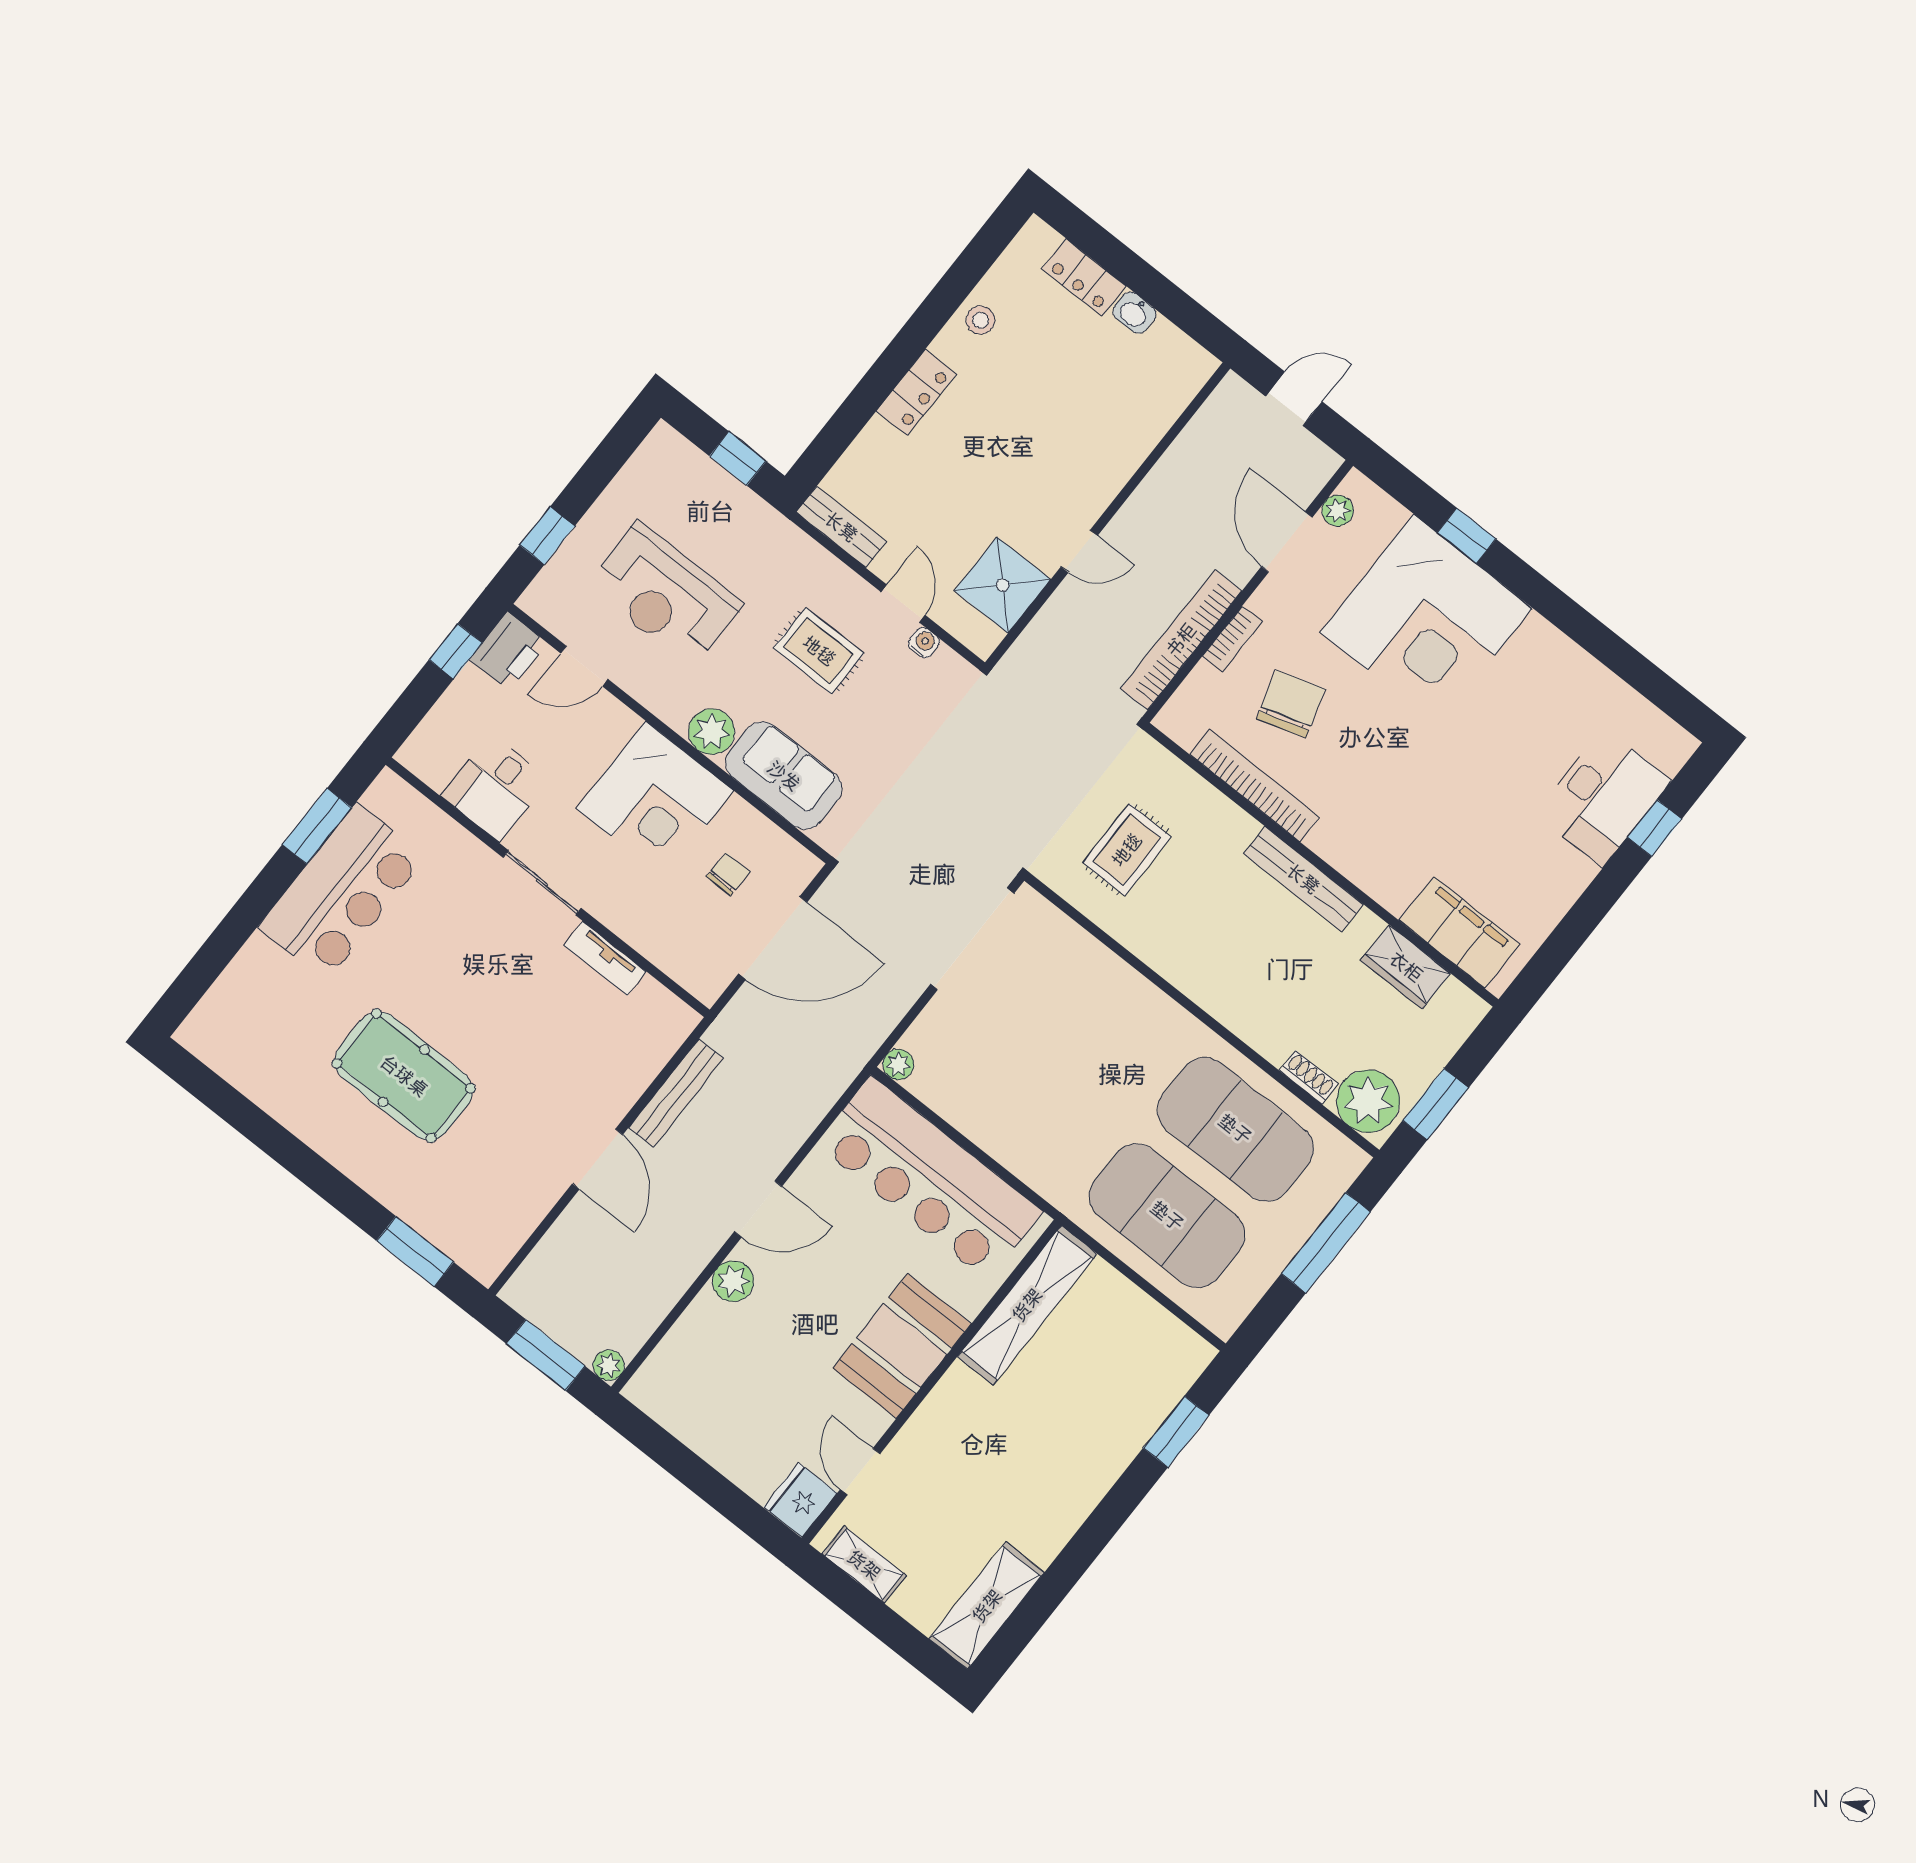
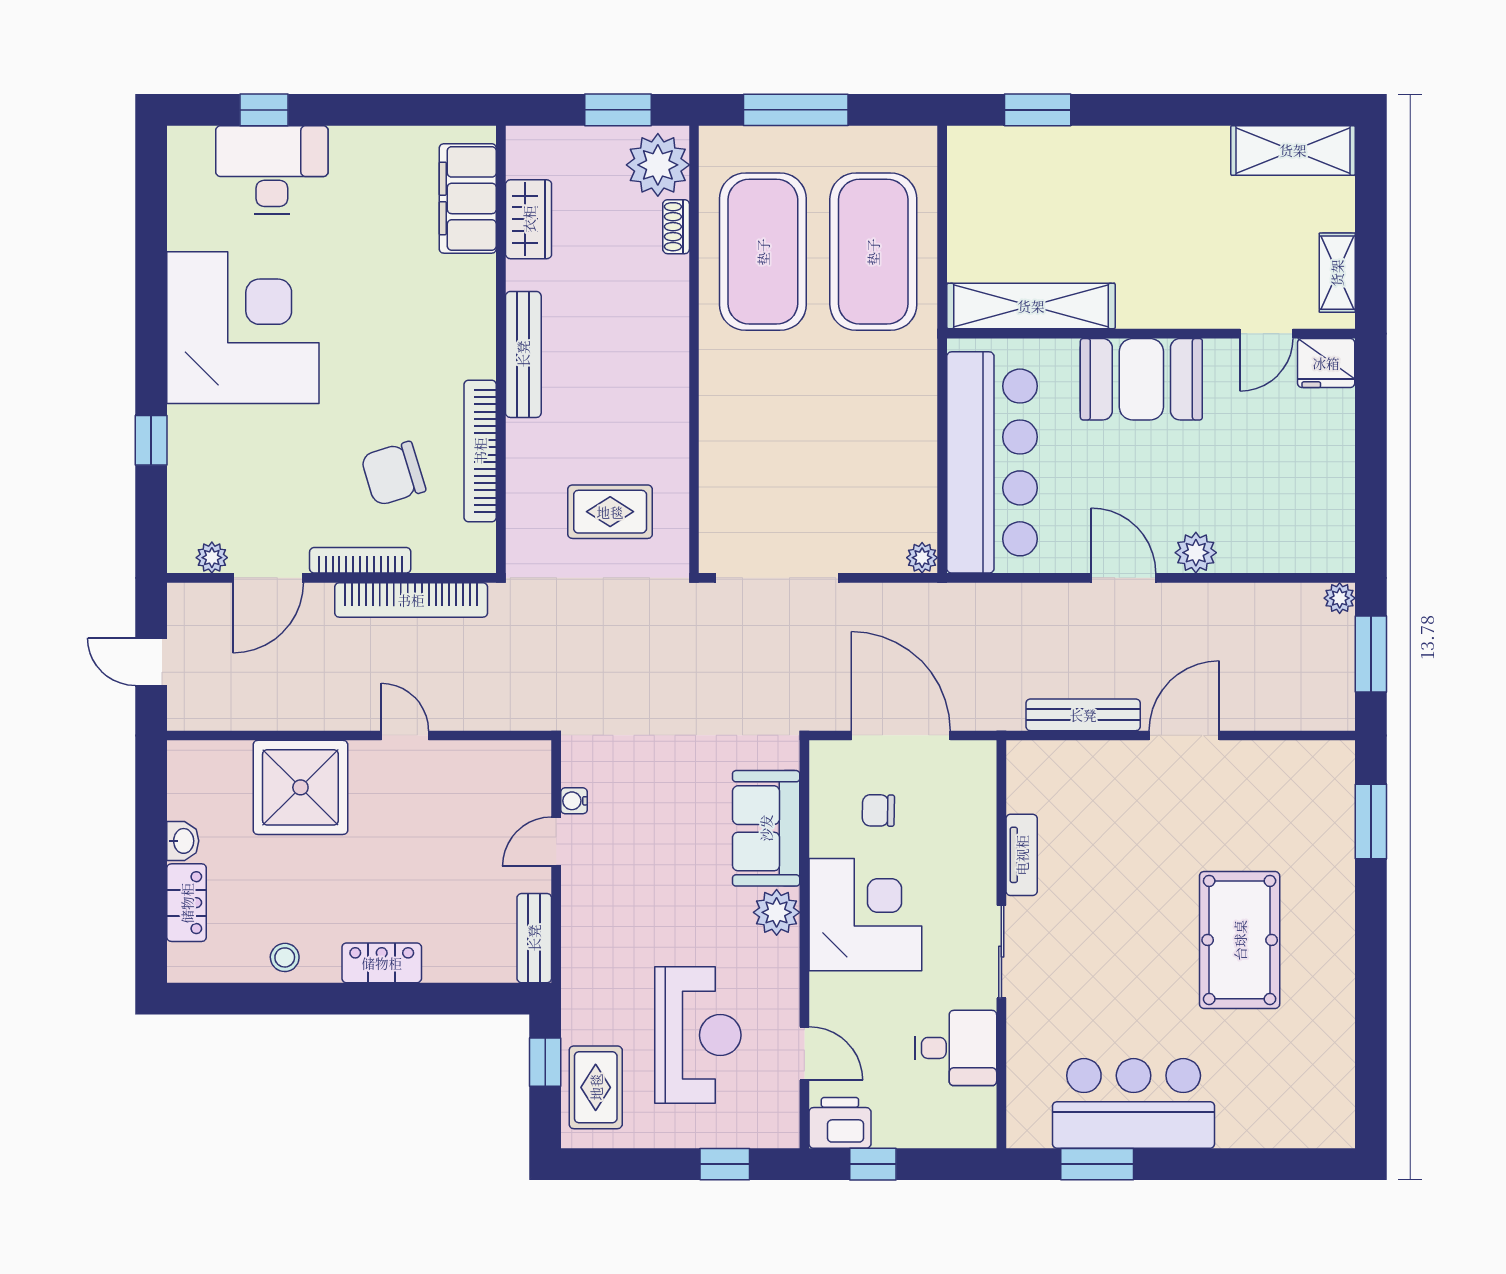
shower: (1003, 585) -> (300, 787), moved, width x1.37, depth x1.37
corner desk: (1426, 620) -> (243, 328), moved
bookcase: (1232, 639) -> (360, 560), width x1.56
rug: (819, 651) -> (596, 1087), moved

